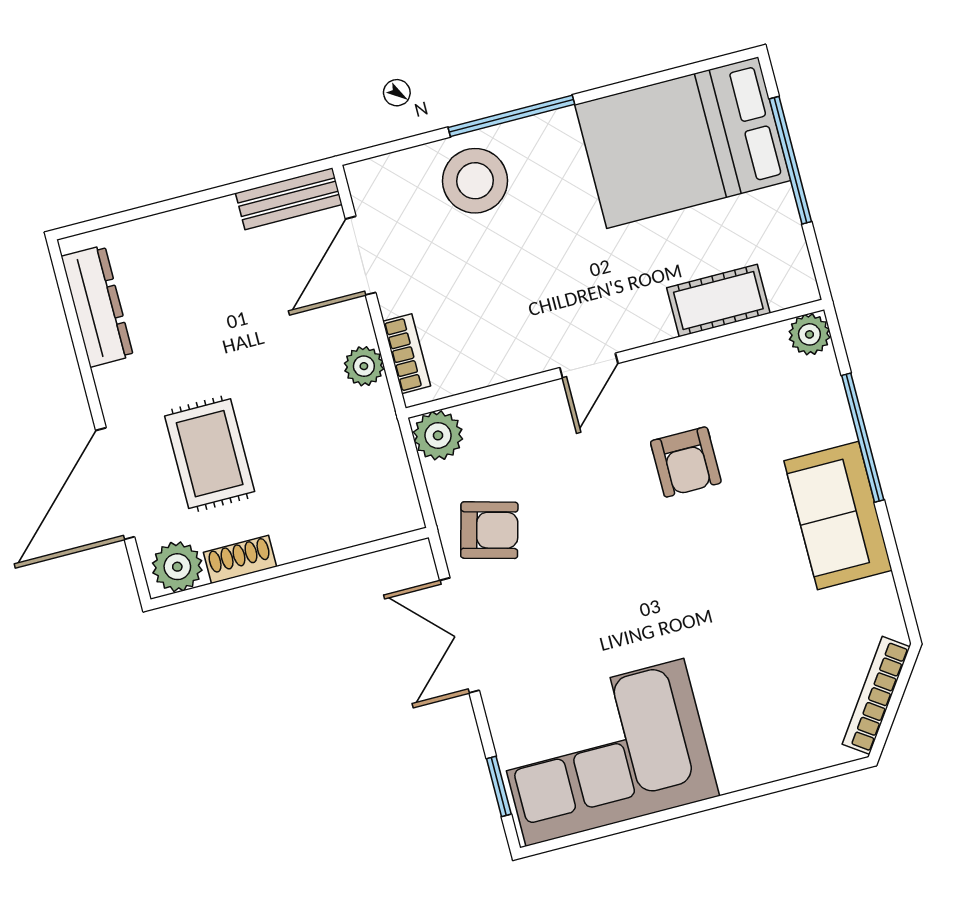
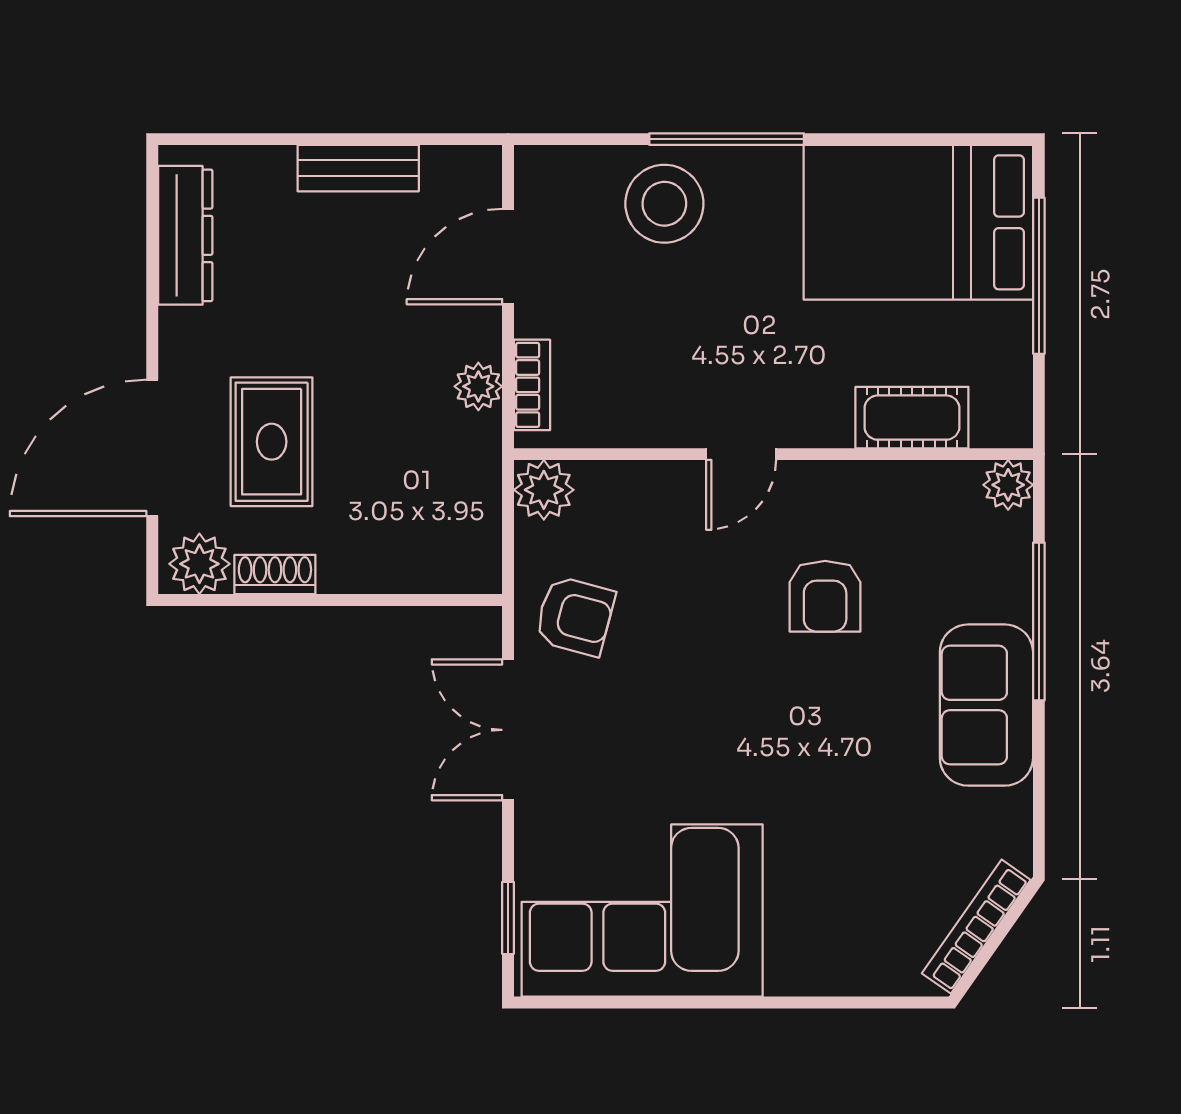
bench: (289, 199) -> (358, 168), moved

